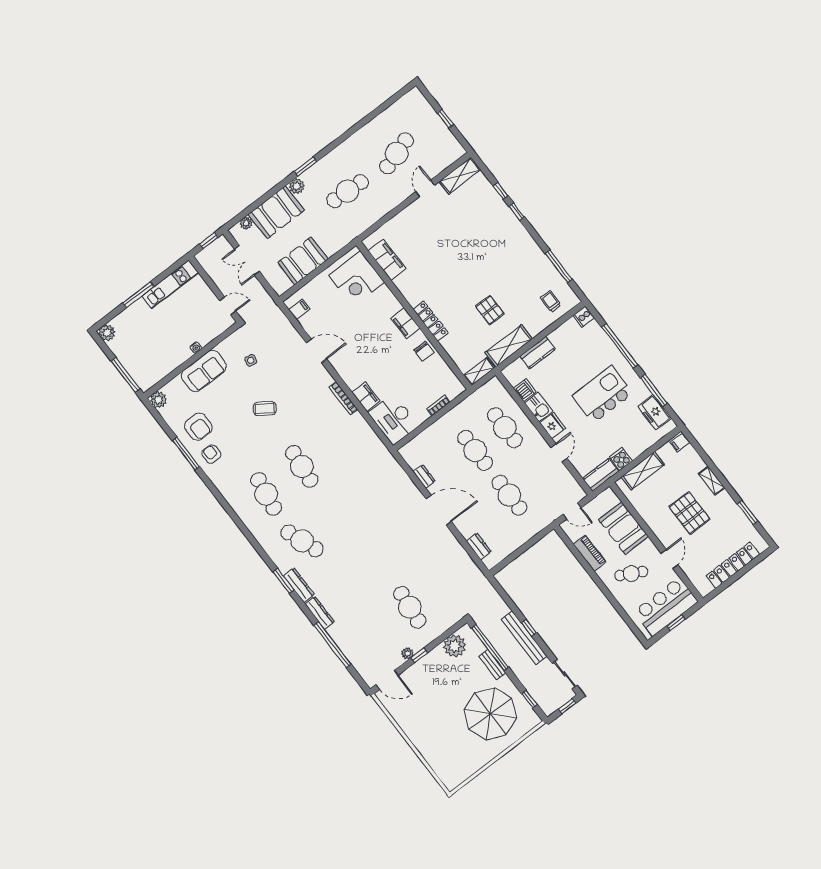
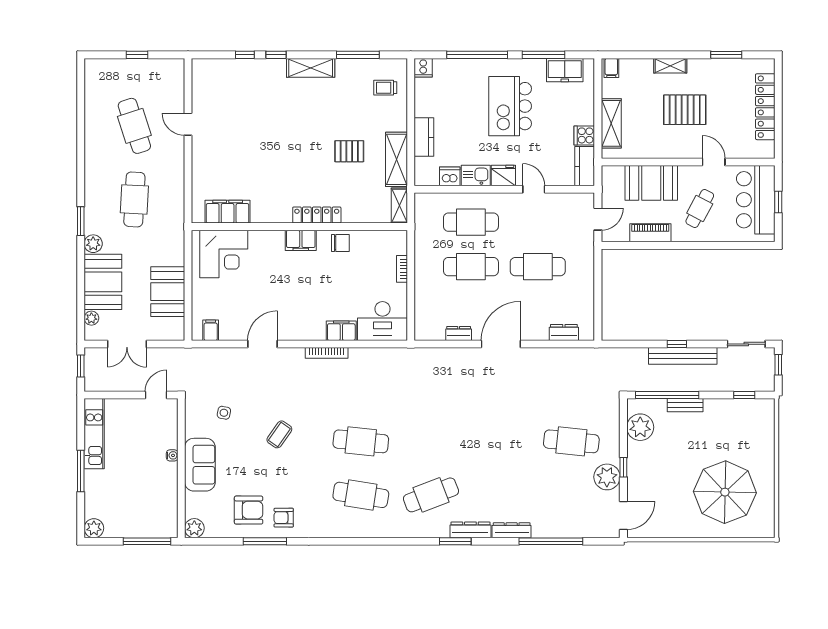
shelving: (460, 176) -> (311, 68), moved, turned 90
plant: (407, 653) -> (607, 477), width x1.87, depth x1.87
parasol: (490, 714) -> (725, 492), moved

